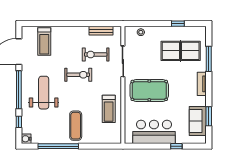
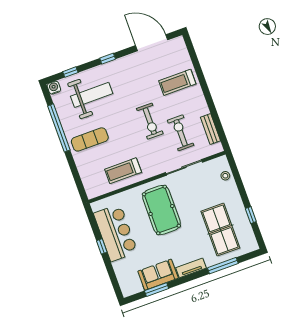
treadmill: (44, 41) -> (177, 82), moved
window: (19, 90) -> (108, 59), width x0.32
weight bench: (44, 93) -> (92, 95), moved
sofa: (198, 121) -> (158, 275), moved
window: (176, 146) -> (102, 246), moved

